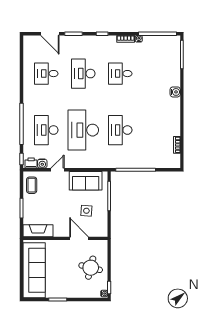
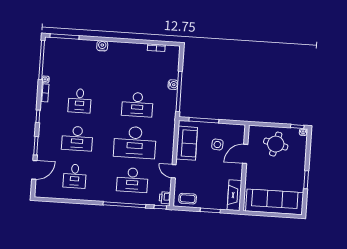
water cooler: (42, 164) -> (173, 85), moved

